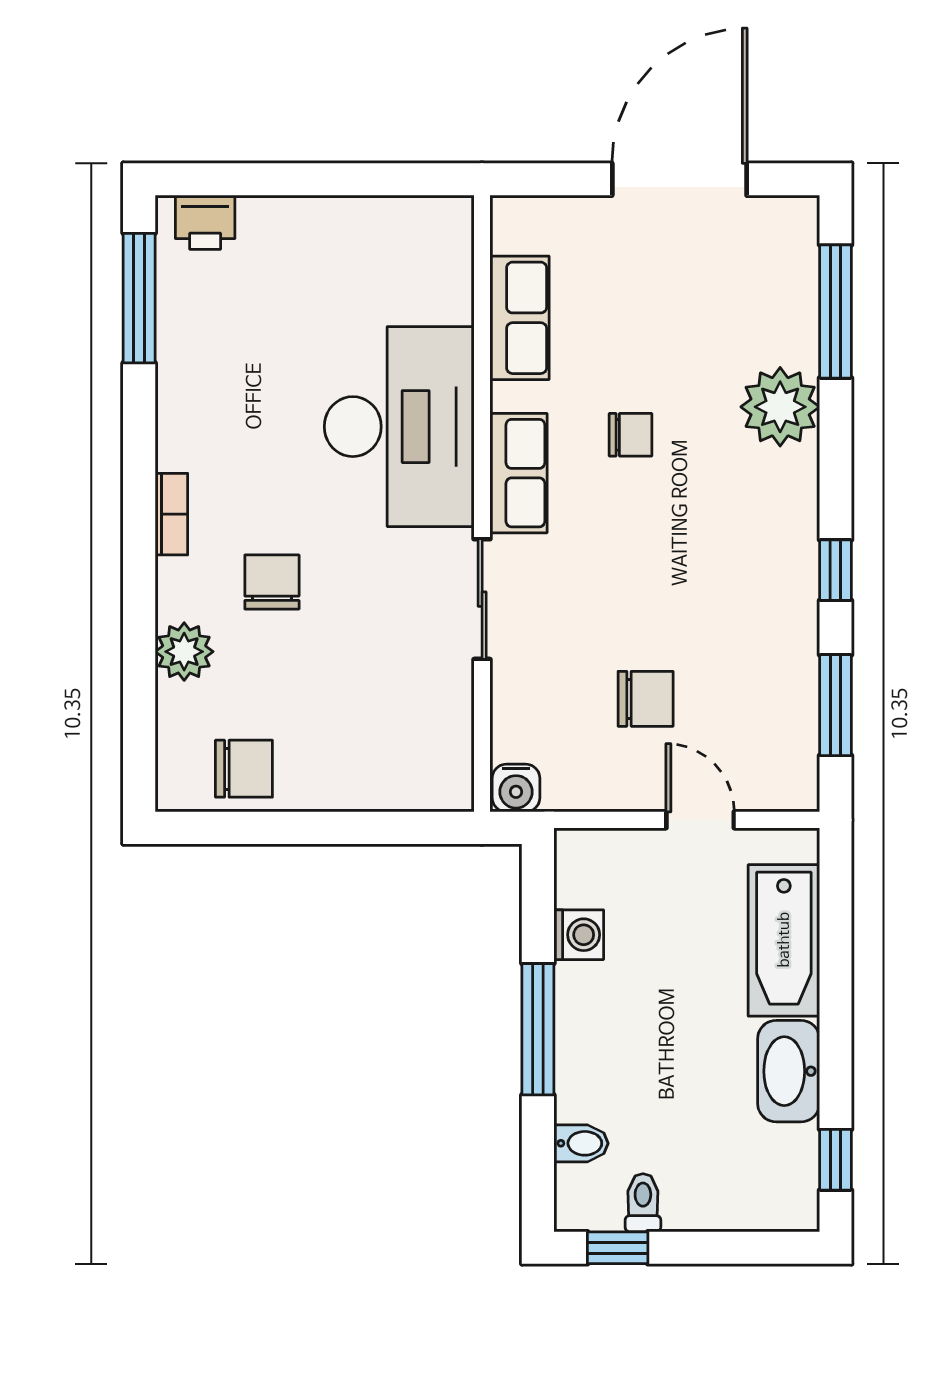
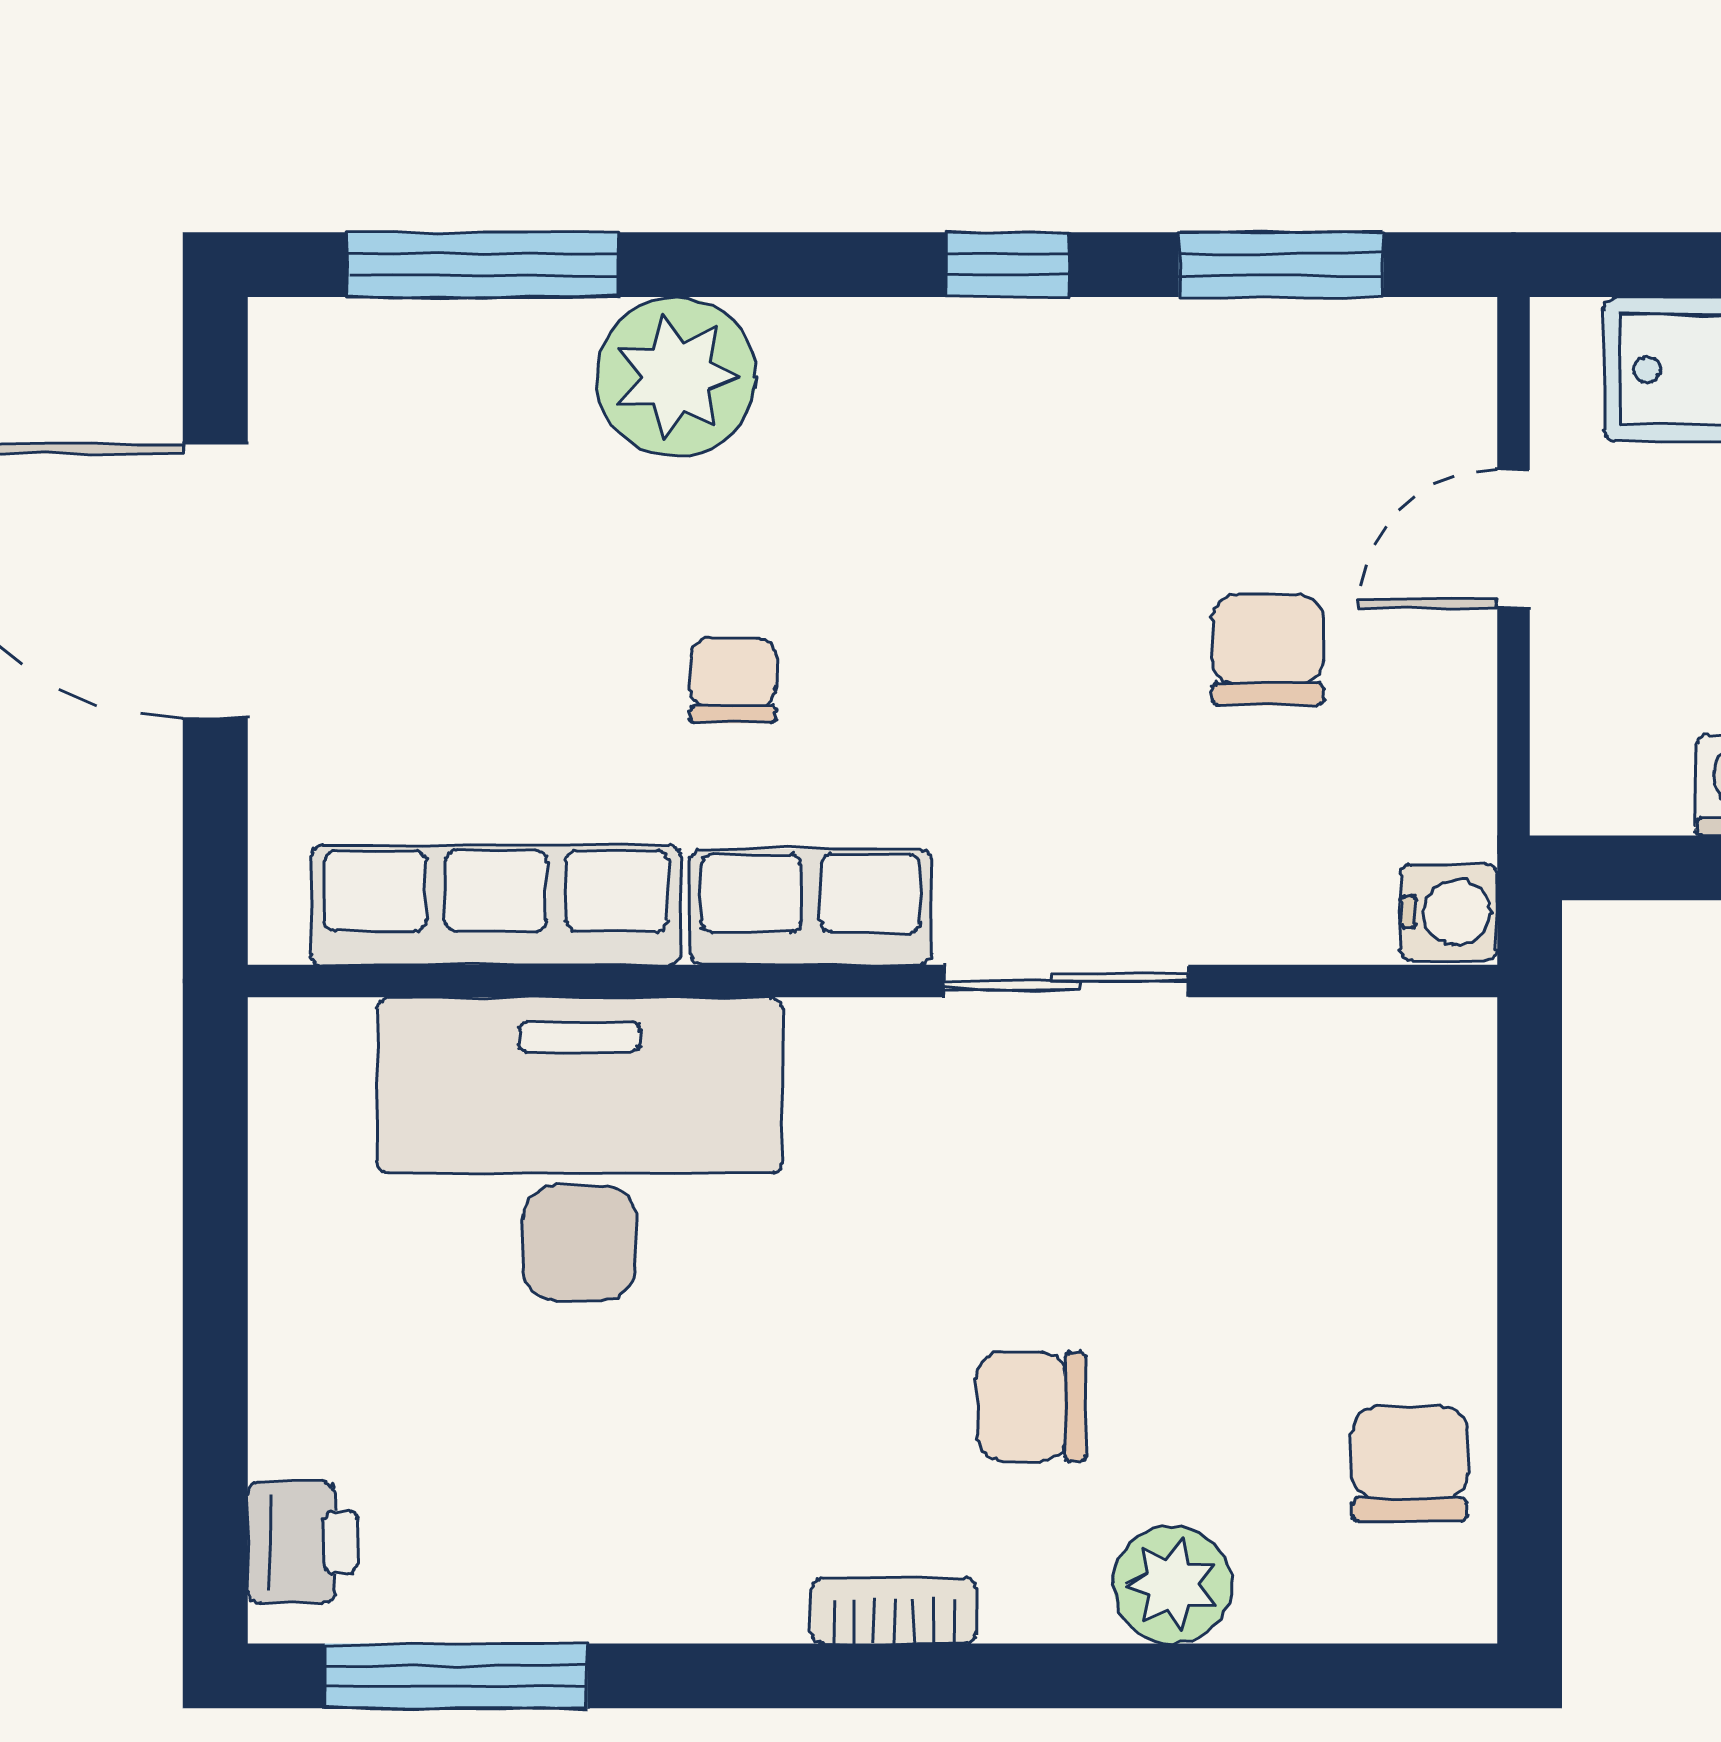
row of seats: (520, 318) -> (496, 905), width x1.48
desk: (399, 427) -> (580, 1149), moved

